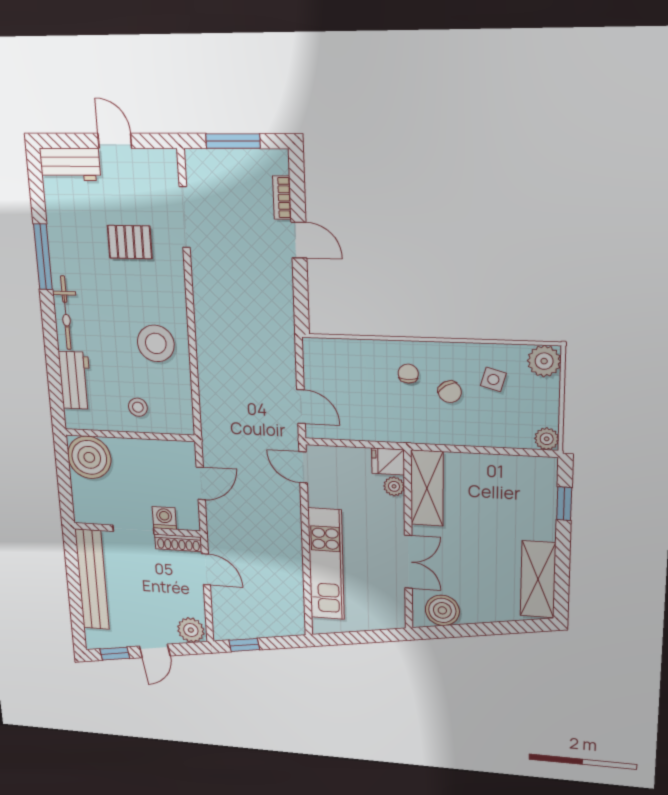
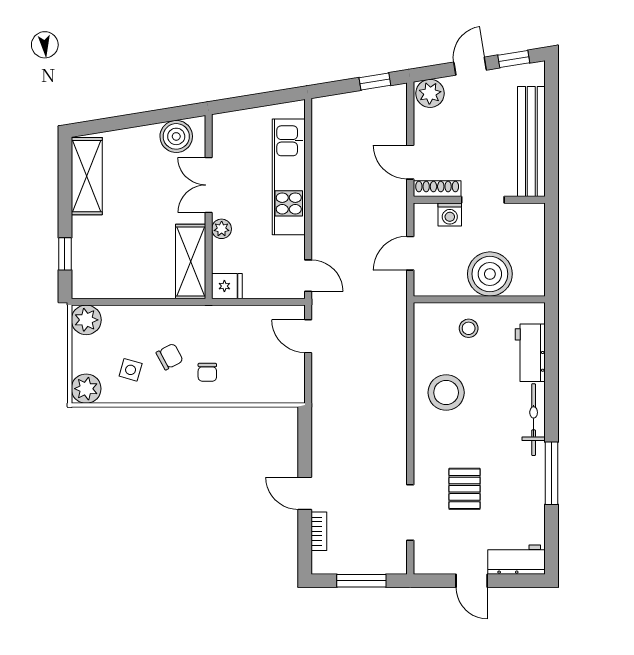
pallet: (130, 242) -> (465, 489), turned 90
chair: (450, 392) -> (170, 357), turned 93
plant: (547, 439) -> (86, 320), width x1.38, depth x1.38
boiler: (89, 457) -> (490, 274), moved
plant: (394, 486) -> (222, 229), moved

